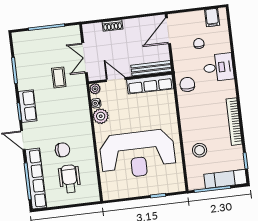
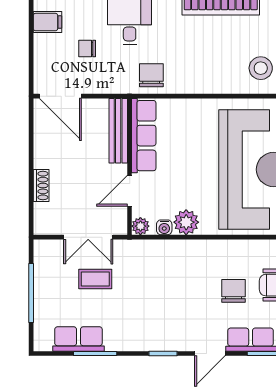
coffee table: (59, 77) -> (95, 279), moved
chair: (187, 84) -> (151, 75), turned 90
row of seats: (28, 106) -> (78, 339), moved

